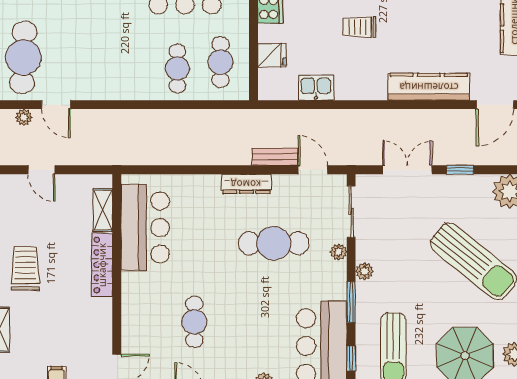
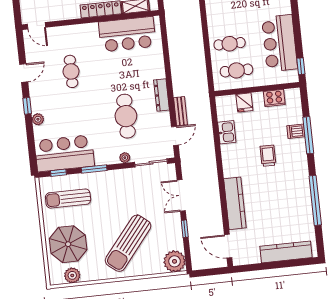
double door: (407, 170) -> (181, 195), swing flipped
plant: (364, 271) -> (114, 175), removed
cafe table: (194, 322) -> (71, 71), turned 90

